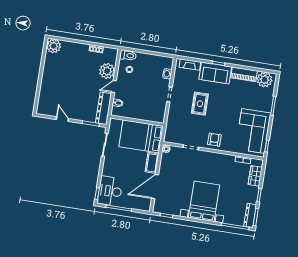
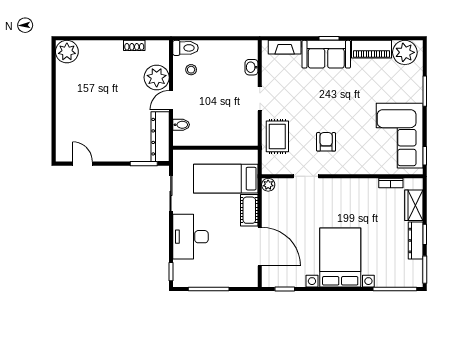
rug: (200, 104) -> (277, 136), moved
door: (62, 119) -> (83, 164), moved
bed: (141, 136) -> (226, 179), width x0.67
armchair: (214, 140) -> (326, 142), moved
door: (155, 187) -> (260, 246), swing flipped
desk: (110, 191) -> (191, 237), moved
dresser: (250, 216) -> (416, 240), moved

